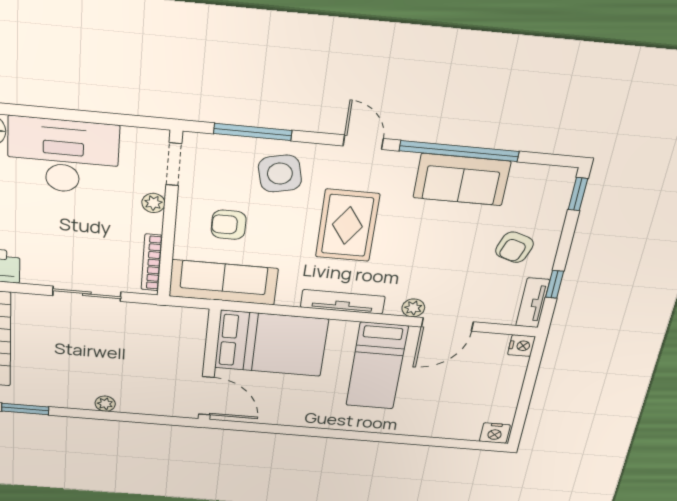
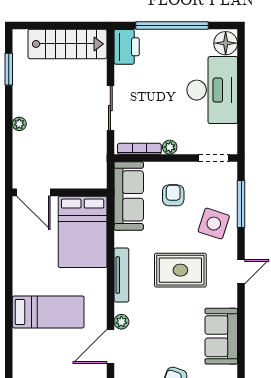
window: (459, 151) -> (241, 331), removed
side table: (280, 174) -> (214, 224), turned 31
plant: (153, 203) -> (170, 147), moved
door: (447, 324) -> (110, 346), hinge flipped
bed: (377, 366) -> (48, 312), moved, turned 180
door: (206, 396) -> (33, 192), hinge flipped

